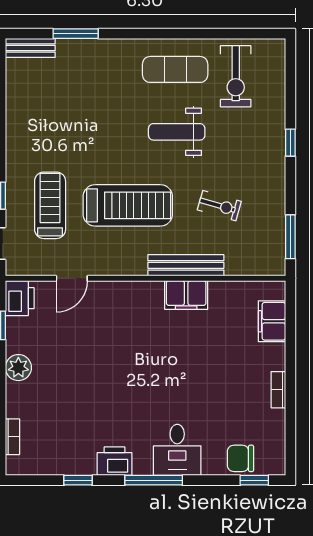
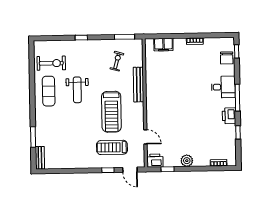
treadmill: (128, 205) -> (111, 112), turned 180
exercise bike: (219, 206) -> (117, 61), moved
filing cabinet: (186, 295) -> (152, 84), removed

